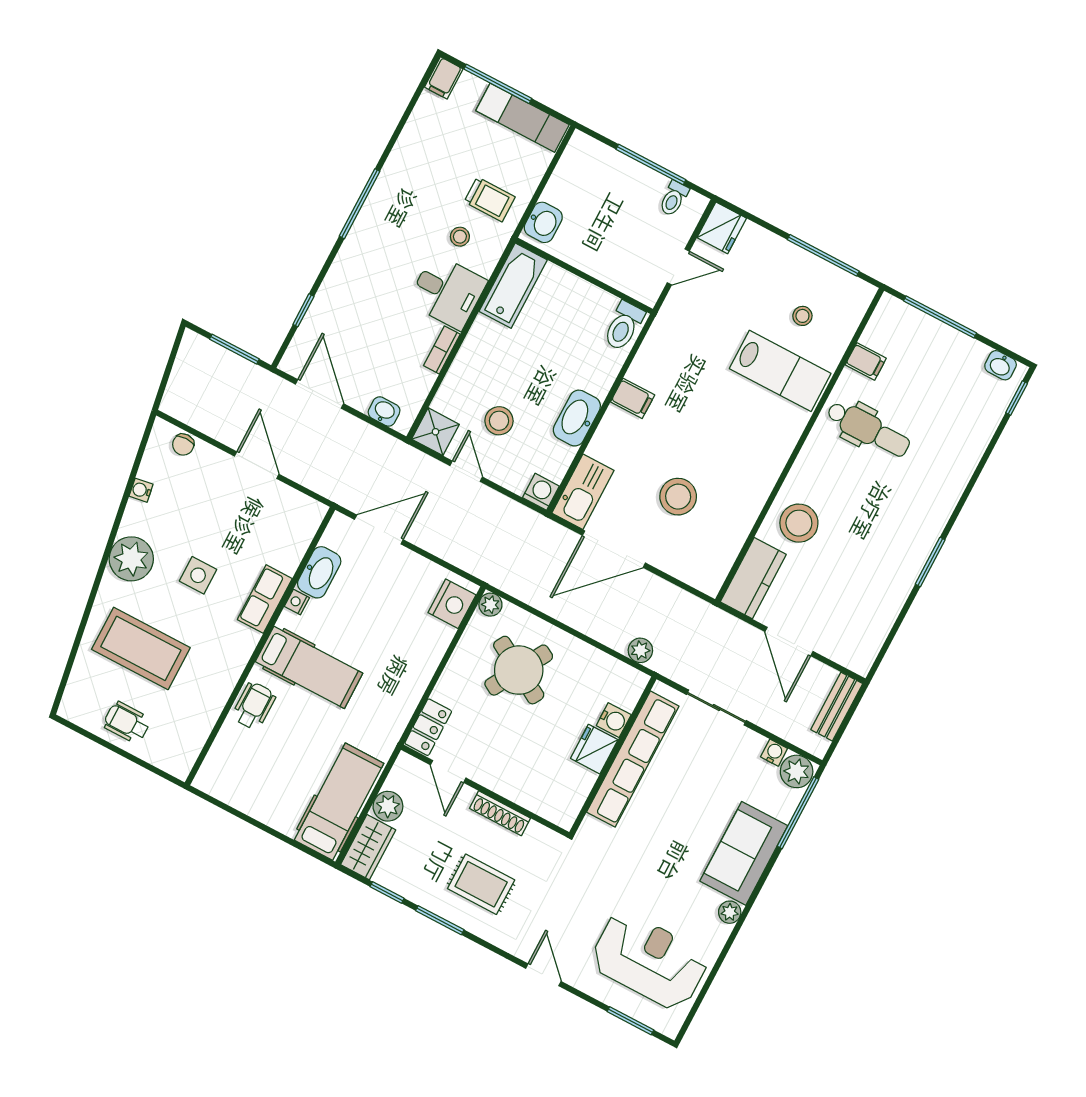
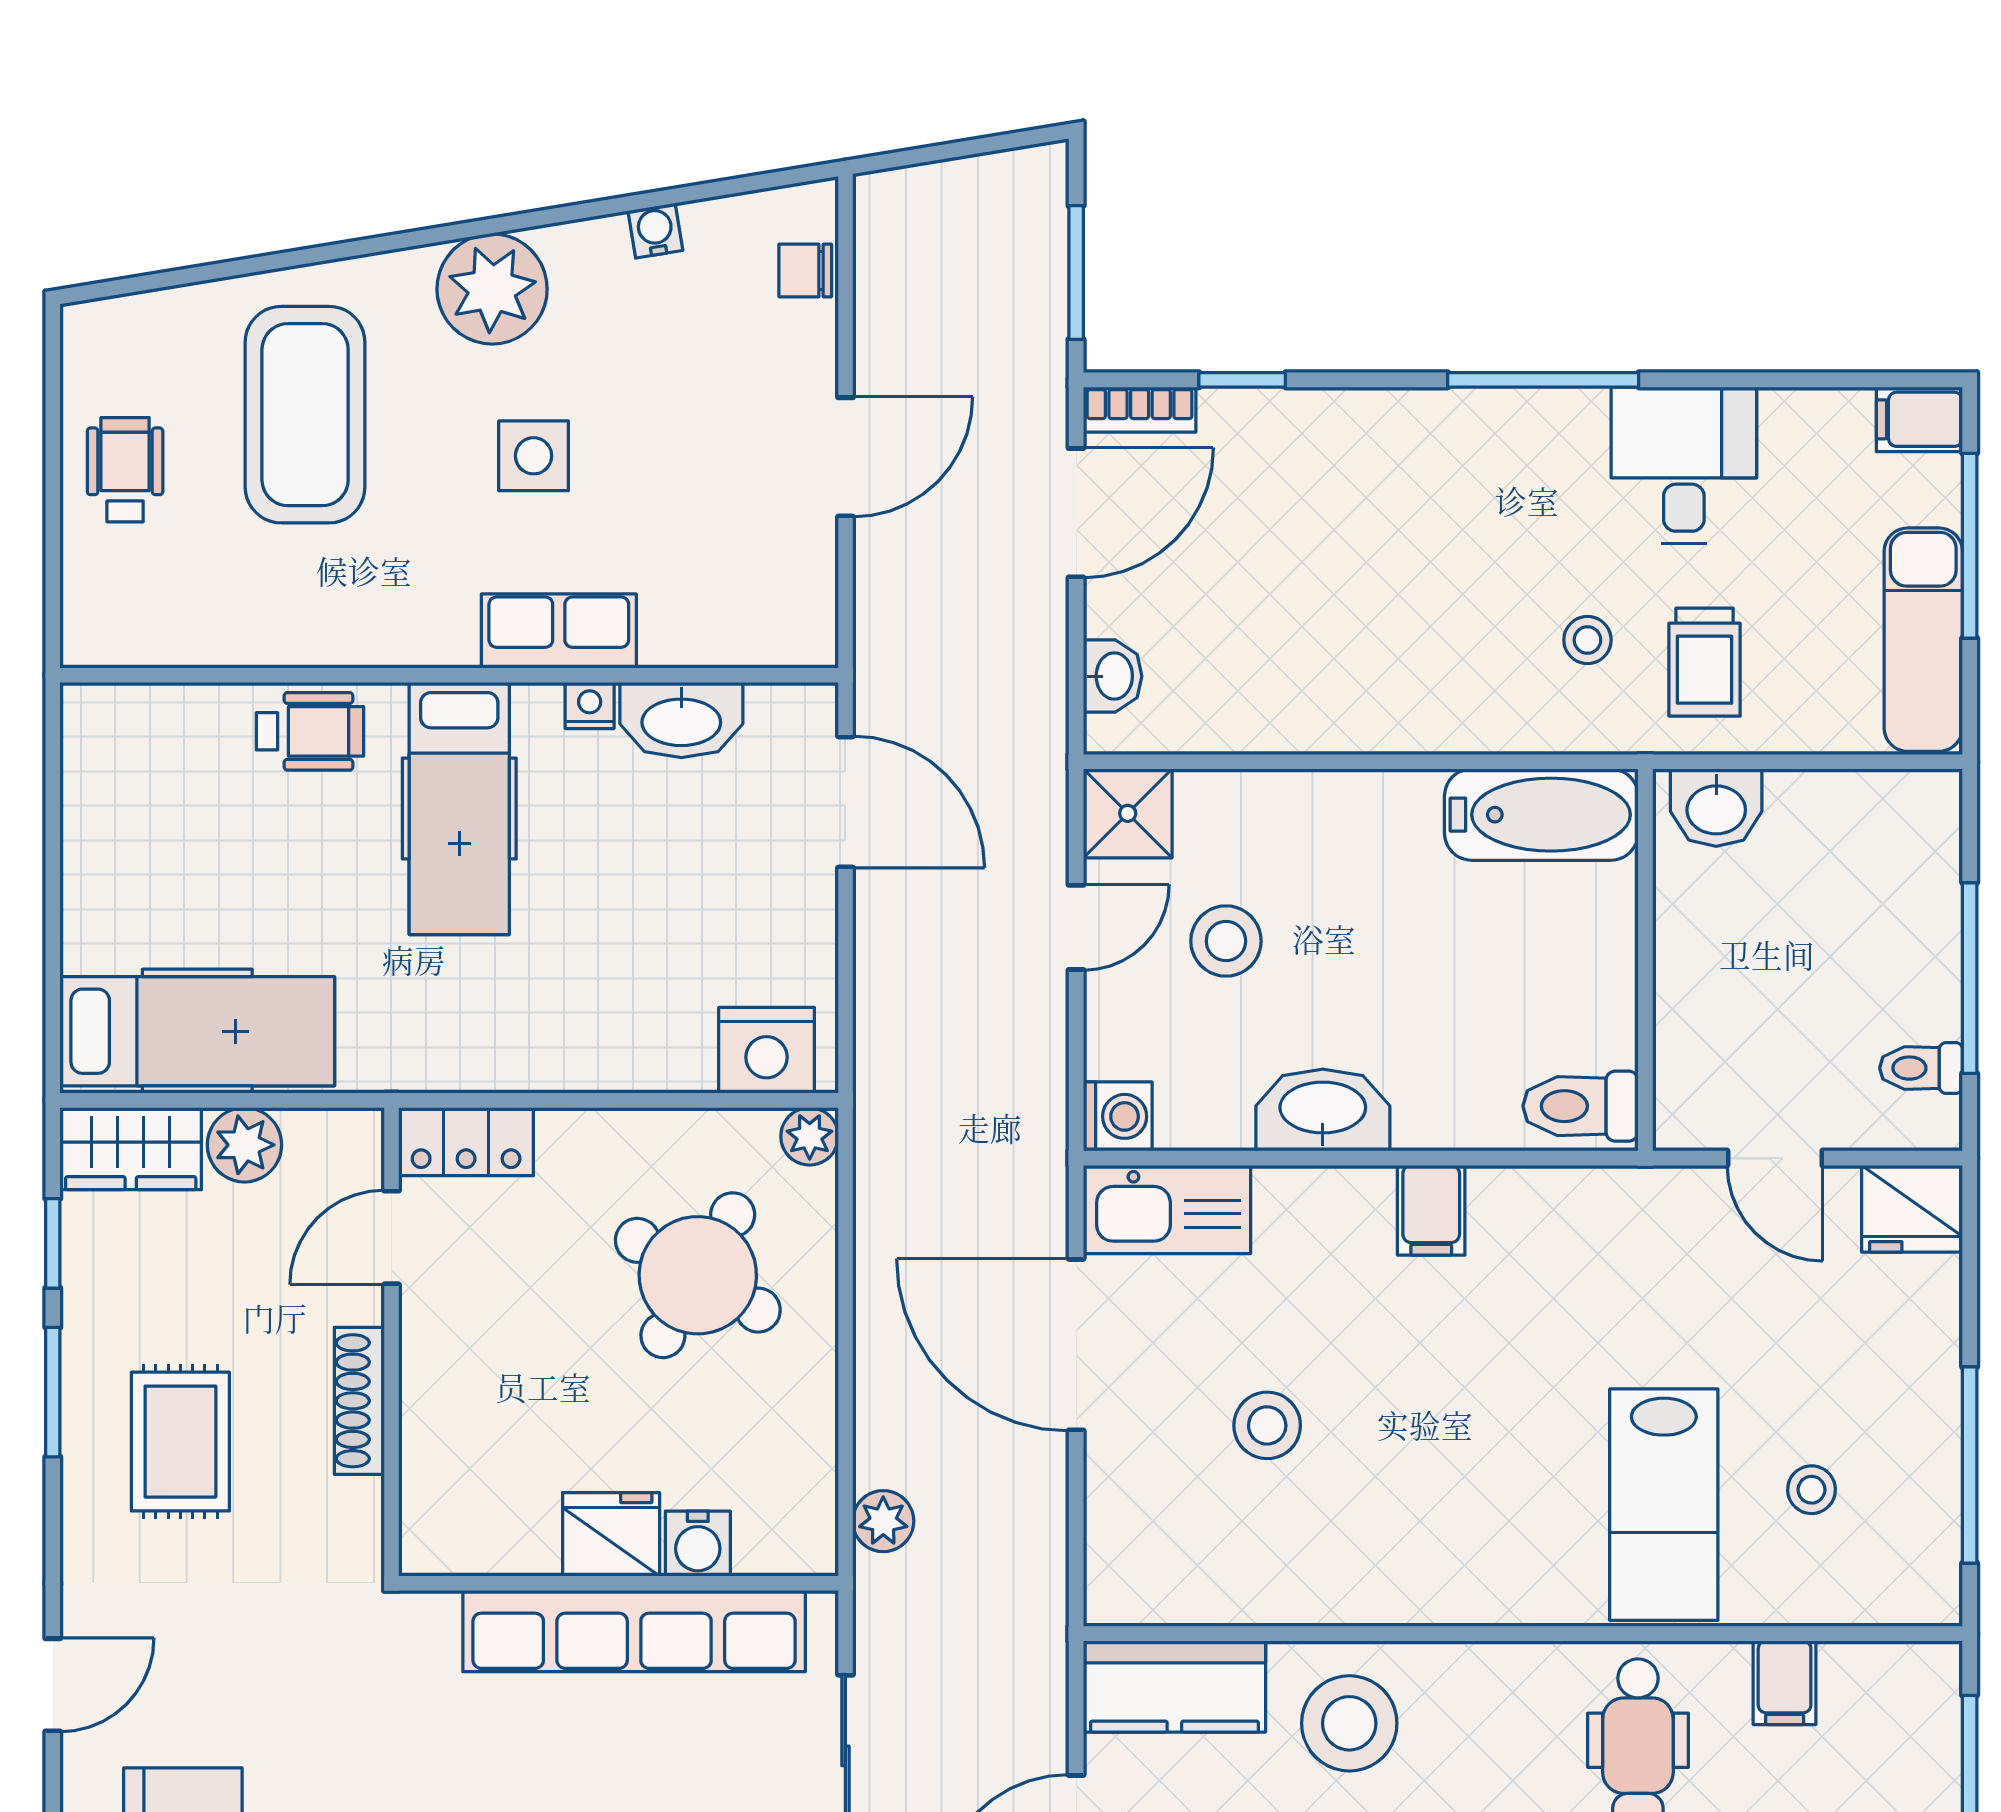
desk: (447, 292) -> (1684, 465), moved, turned 180
bookcase: (442, 350) -> (1140, 410), moved, turned 180
stool: (678, 497) -> (1267, 1425), width x0.73, depth x0.73

